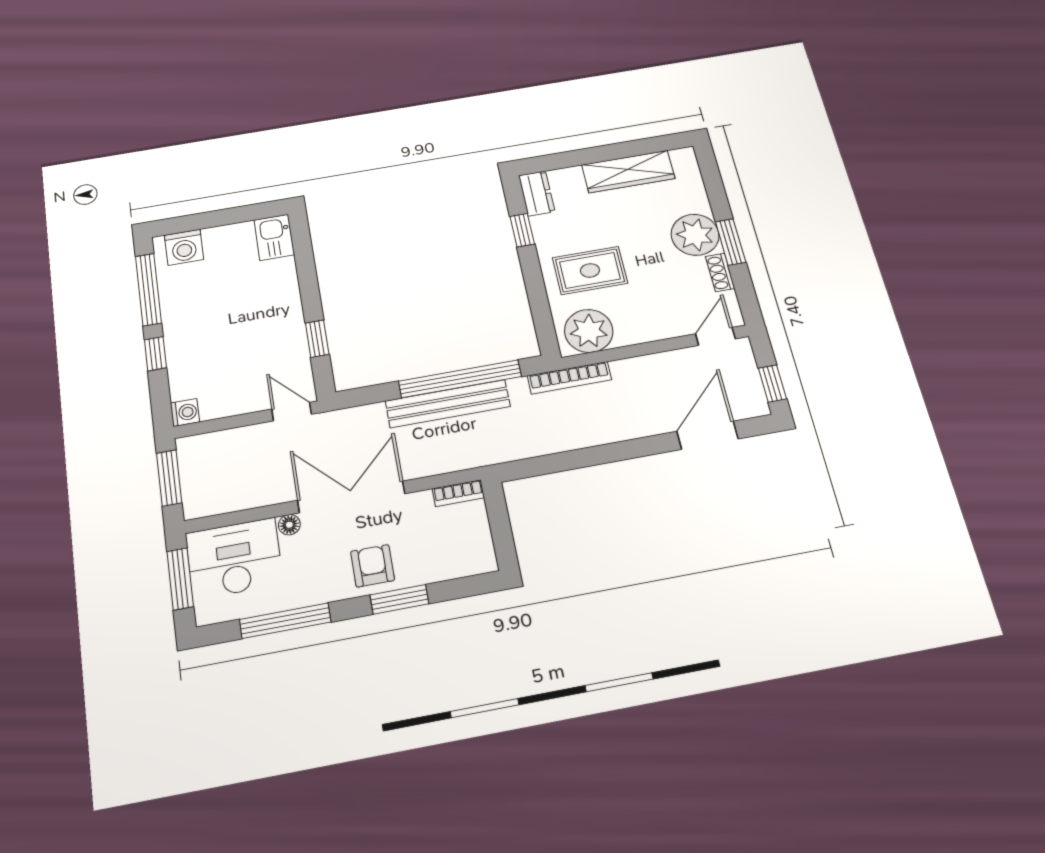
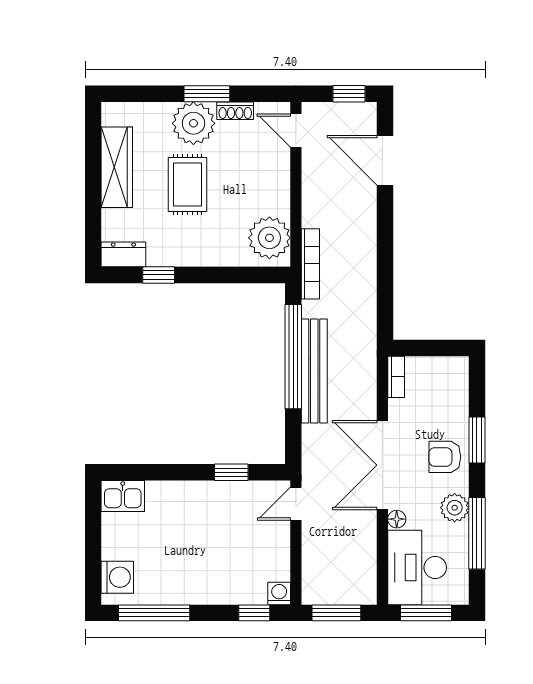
rug: (590, 270) -> (188, 184), moved
window: (155, 354) -> (254, 613), moved
plant: (313, 589) -> (455, 508), added

